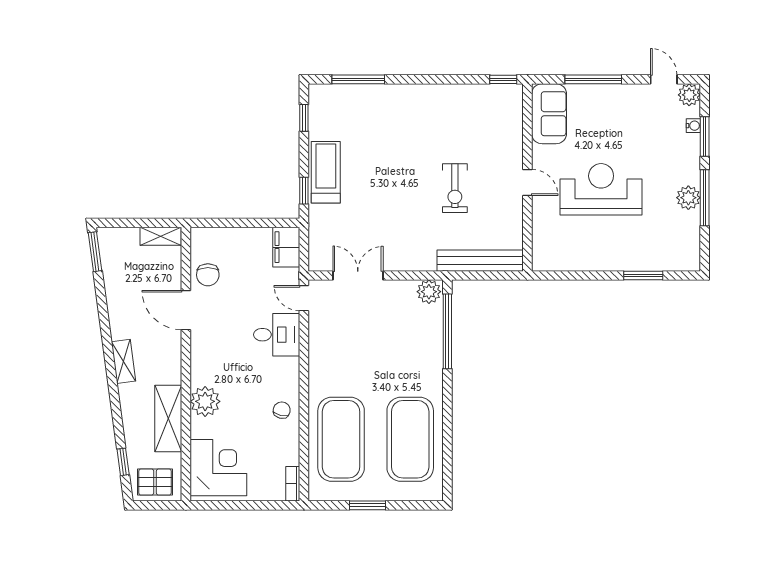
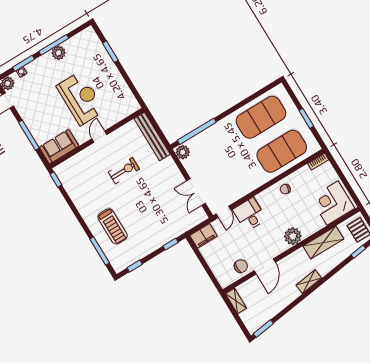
treadmill: (326, 172) -> (113, 226), moved, turned -90
reception desk: (601, 189) -> (81, 98), turned 180
plant: (205, 401) -> (293, 236), moved

